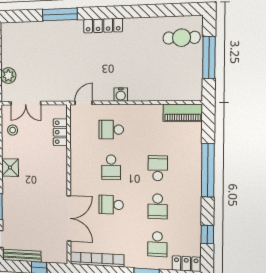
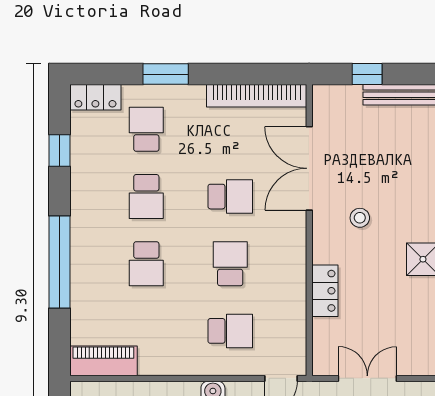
double door: (26, 103) -> (367, 378), moved
stool: (13, 130) -> (360, 218), moved
locker: (60, 132) -> (325, 291), moved
school desk: (158, 206) -> (146, 197), turned 180

